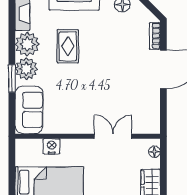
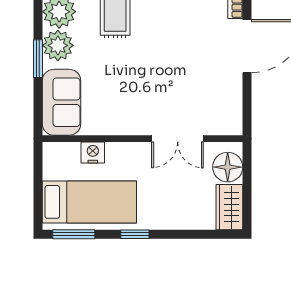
double door: (113, 136) -> (178, 139), swing flipped
floor lamp: (154, 152) -> (228, 167), width x1.89, depth x1.89

